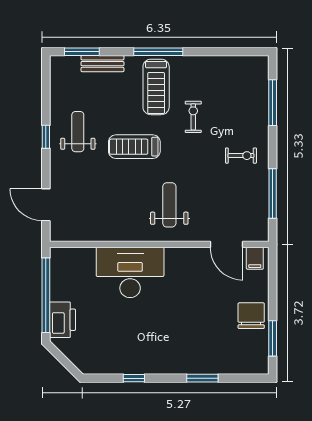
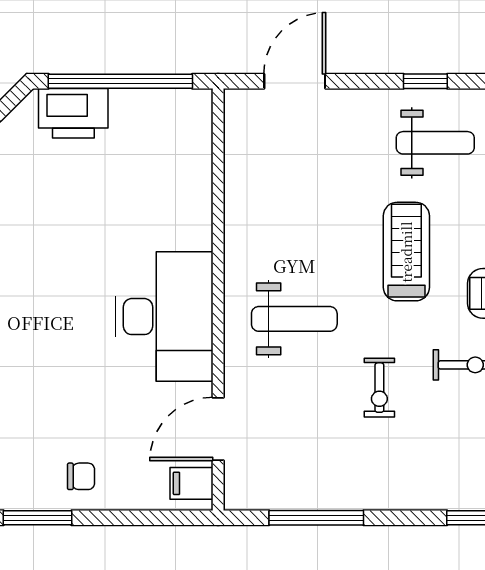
exercise bike: (241, 156) -> (379, 388), moved
desk: (130, 272) -> (164, 317), moved
chair: (251, 316) -> (81, 476), width x0.54, depth x0.54

